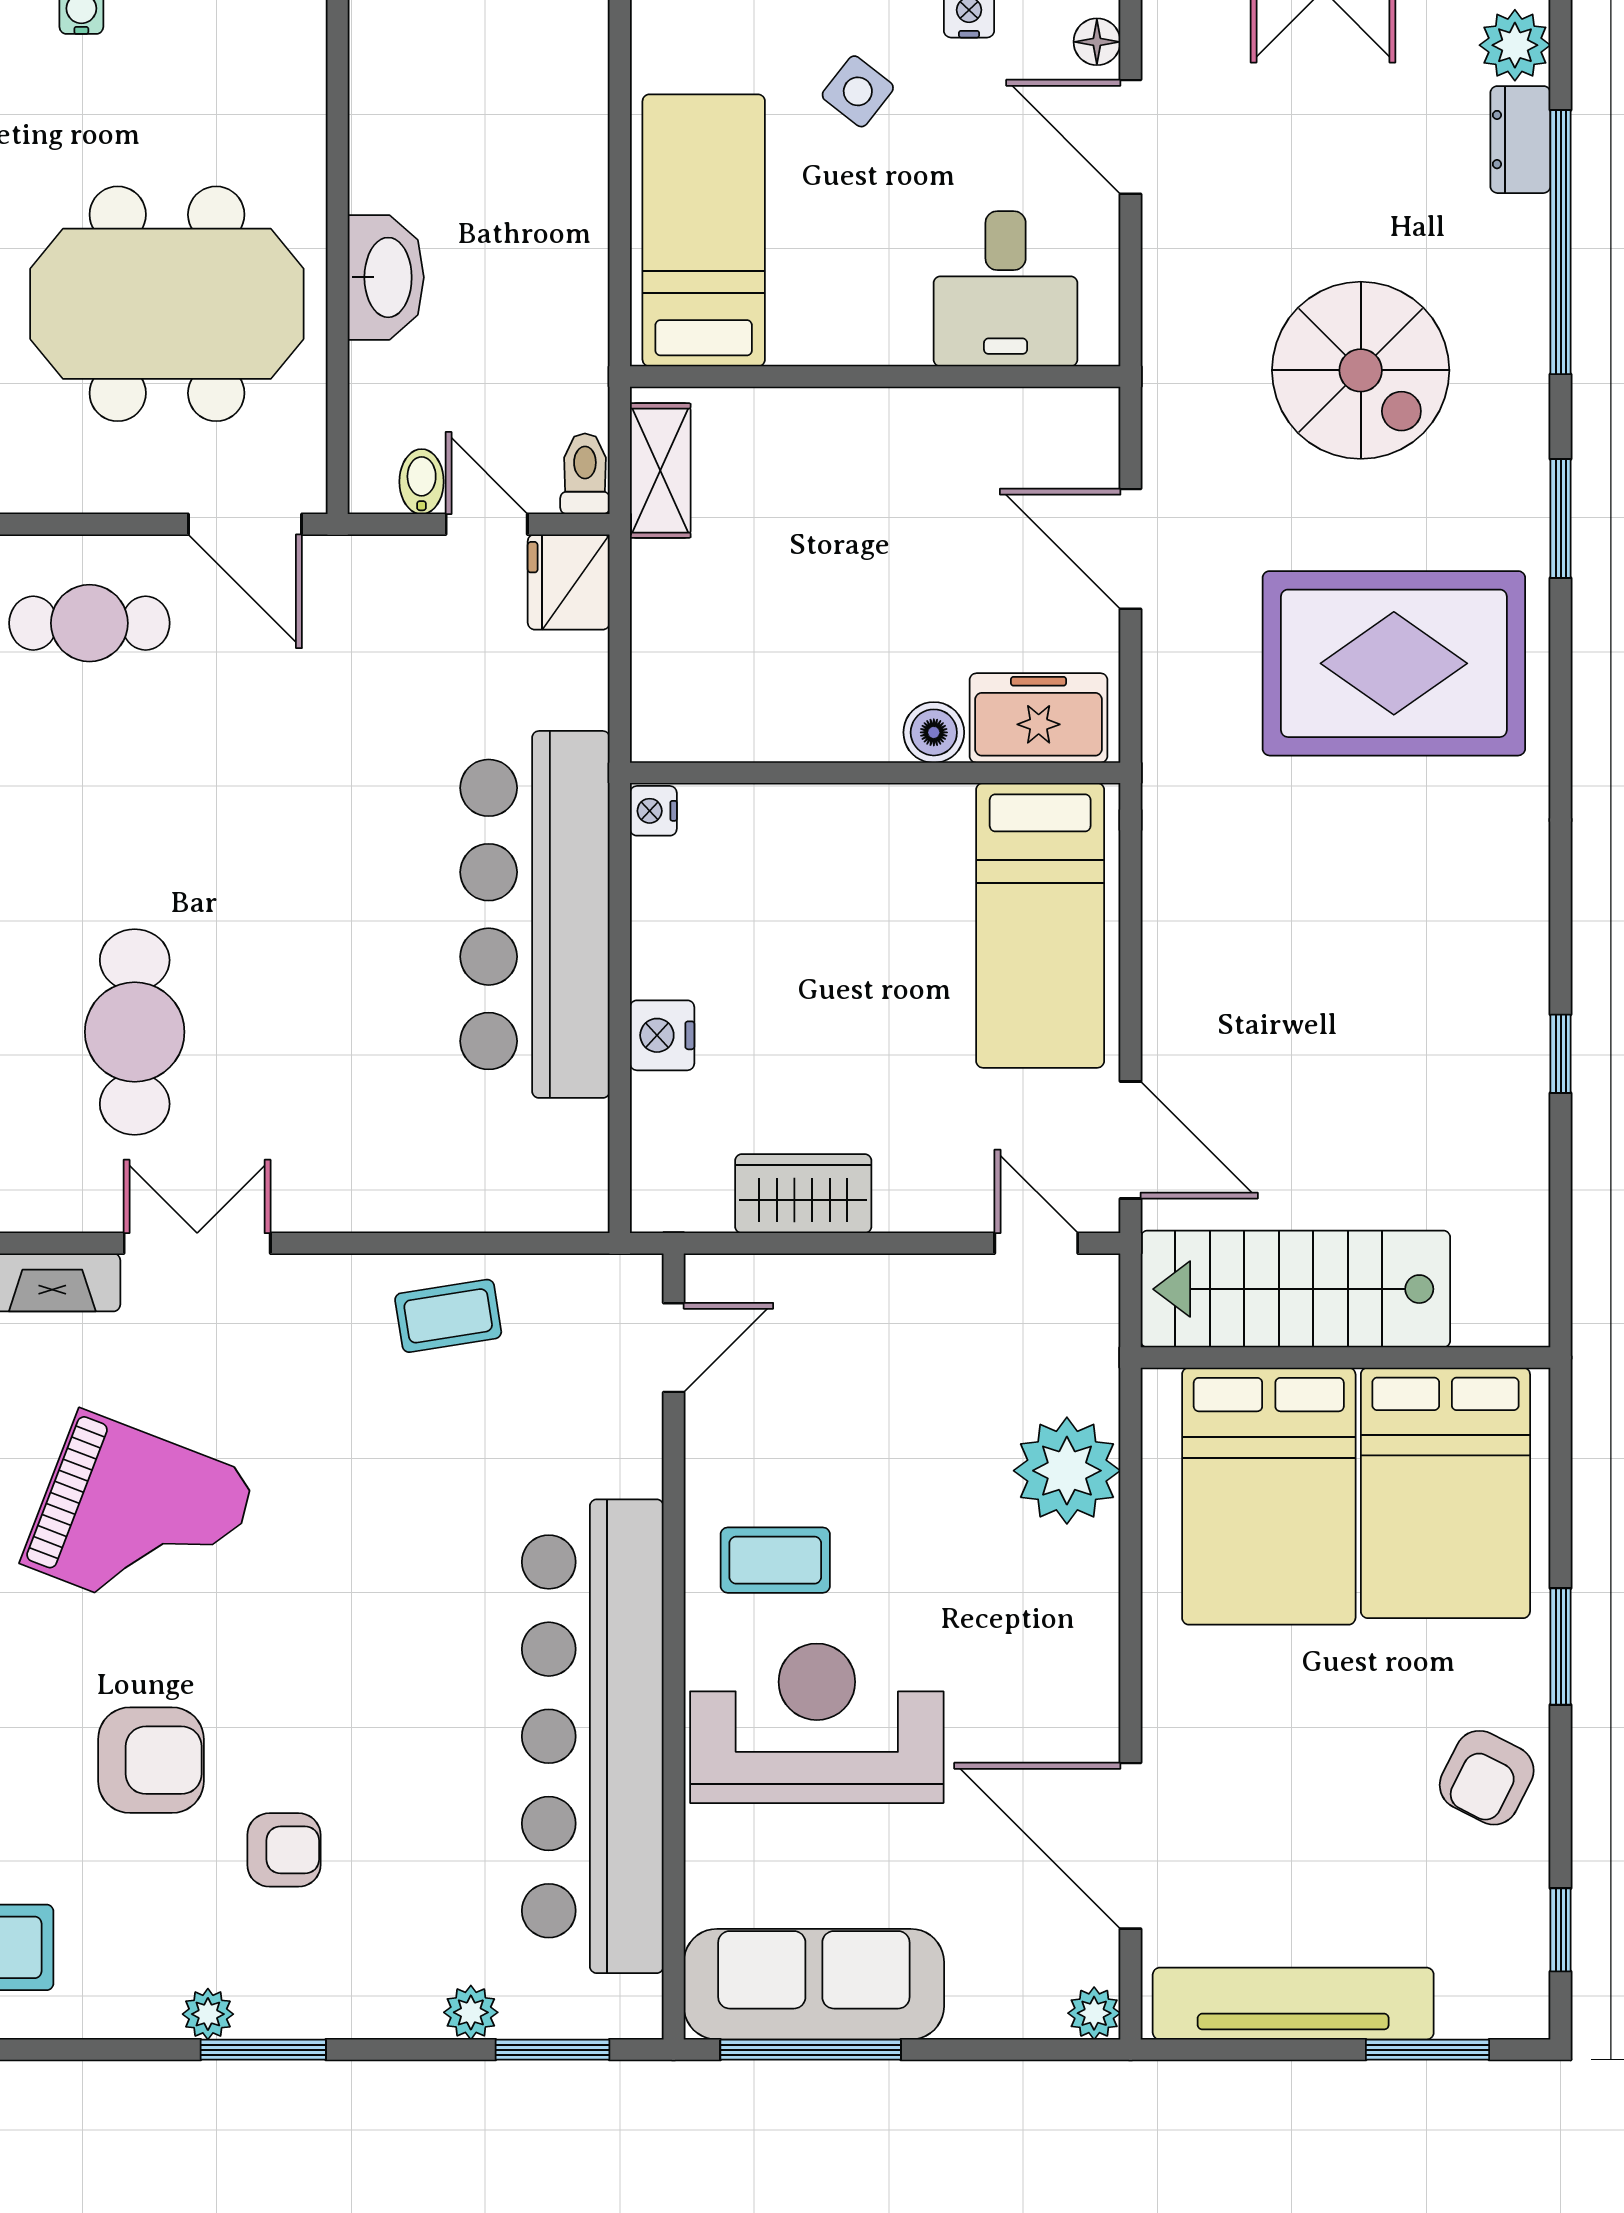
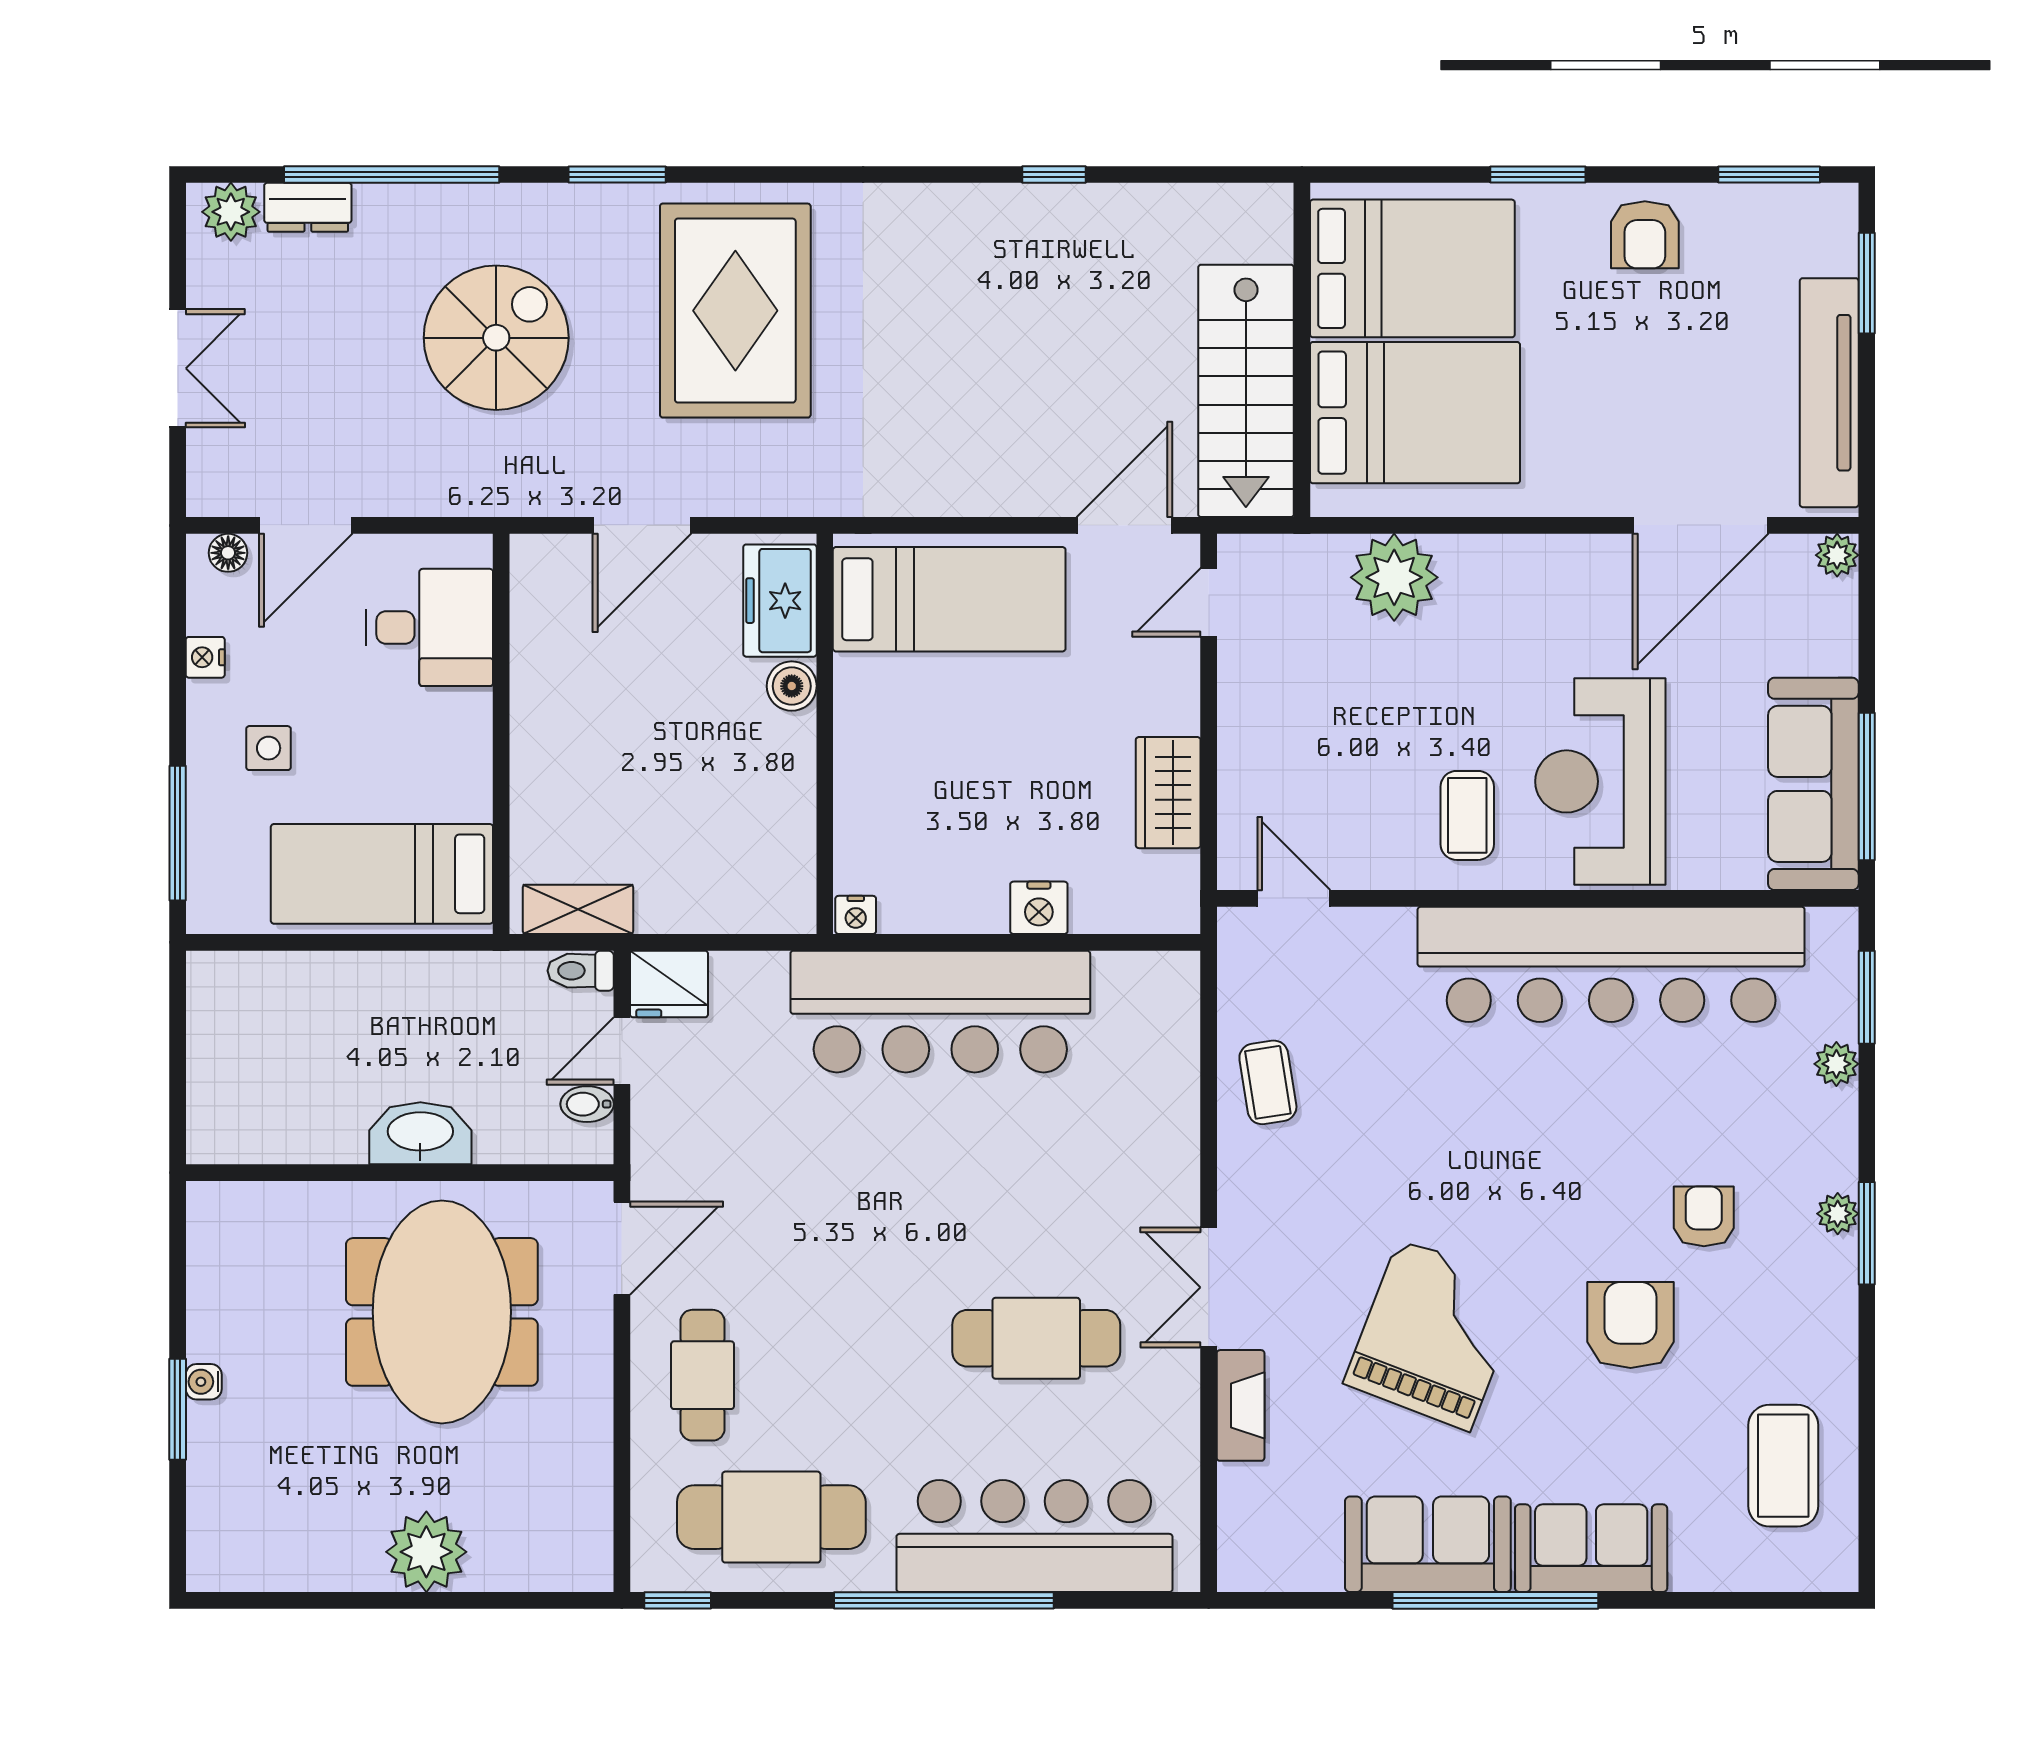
side table: (858, 91) -> (269, 748), turned -38
armchair: (1487, 1778) -> (1645, 235), turned 63
window: (1561, 1930) -> (1769, 174), width x1.50
plant: (208, 2014) -> (1838, 1214), moved

